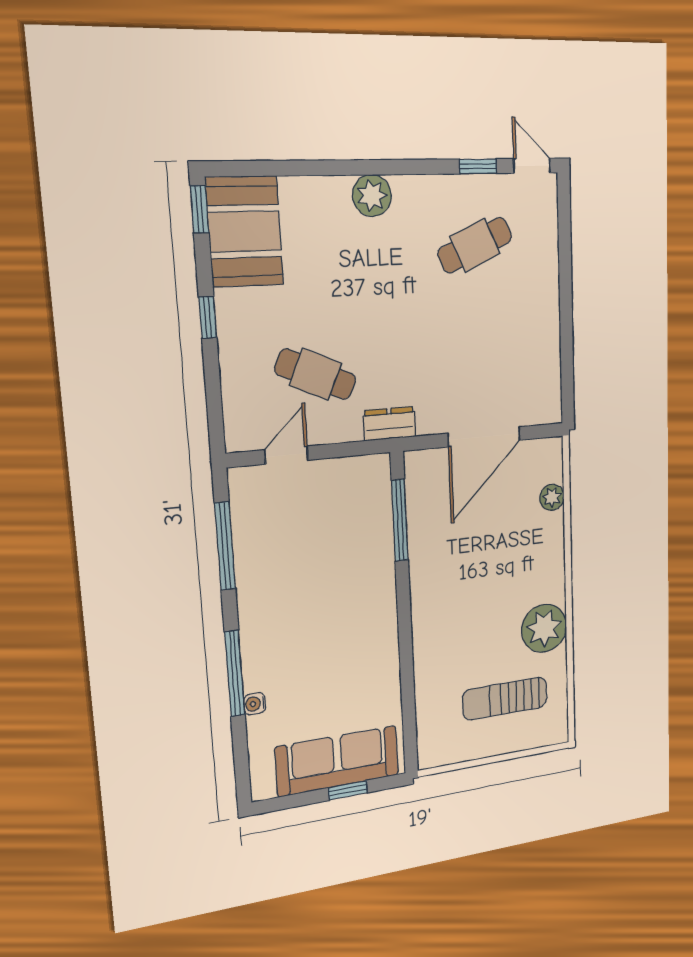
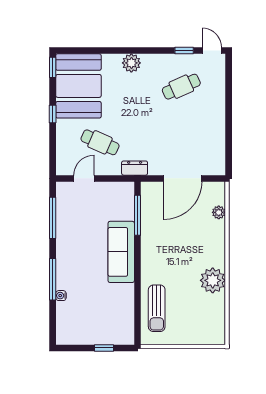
booth: (245, 231) -> (78, 86), width x1.36, depth x1.42
sun lounger: (505, 699) -> (157, 308), moved, turned -90
sofa: (338, 761) -> (121, 252), moved, turned -90

